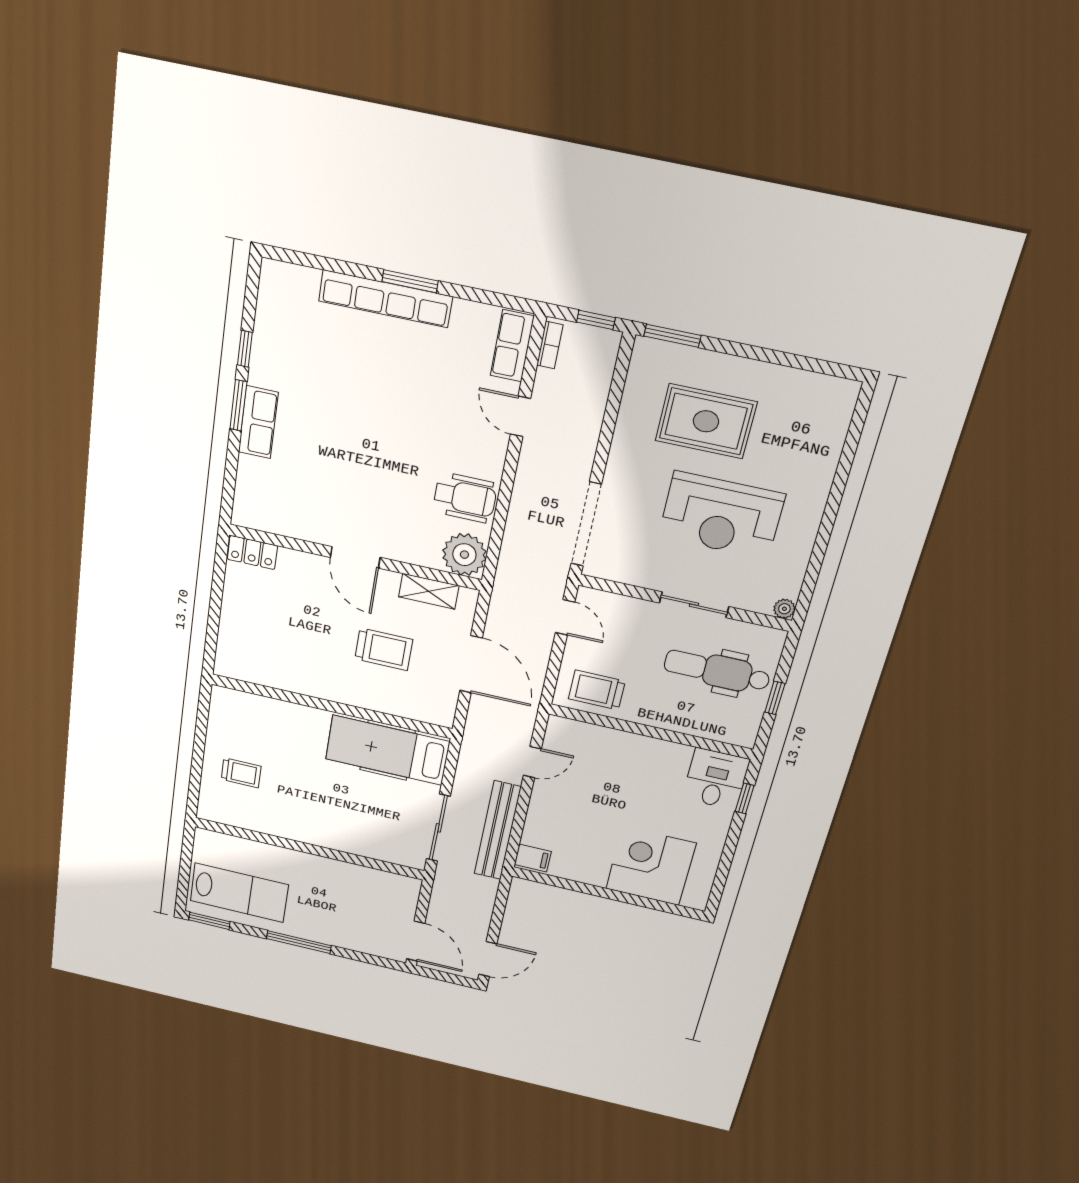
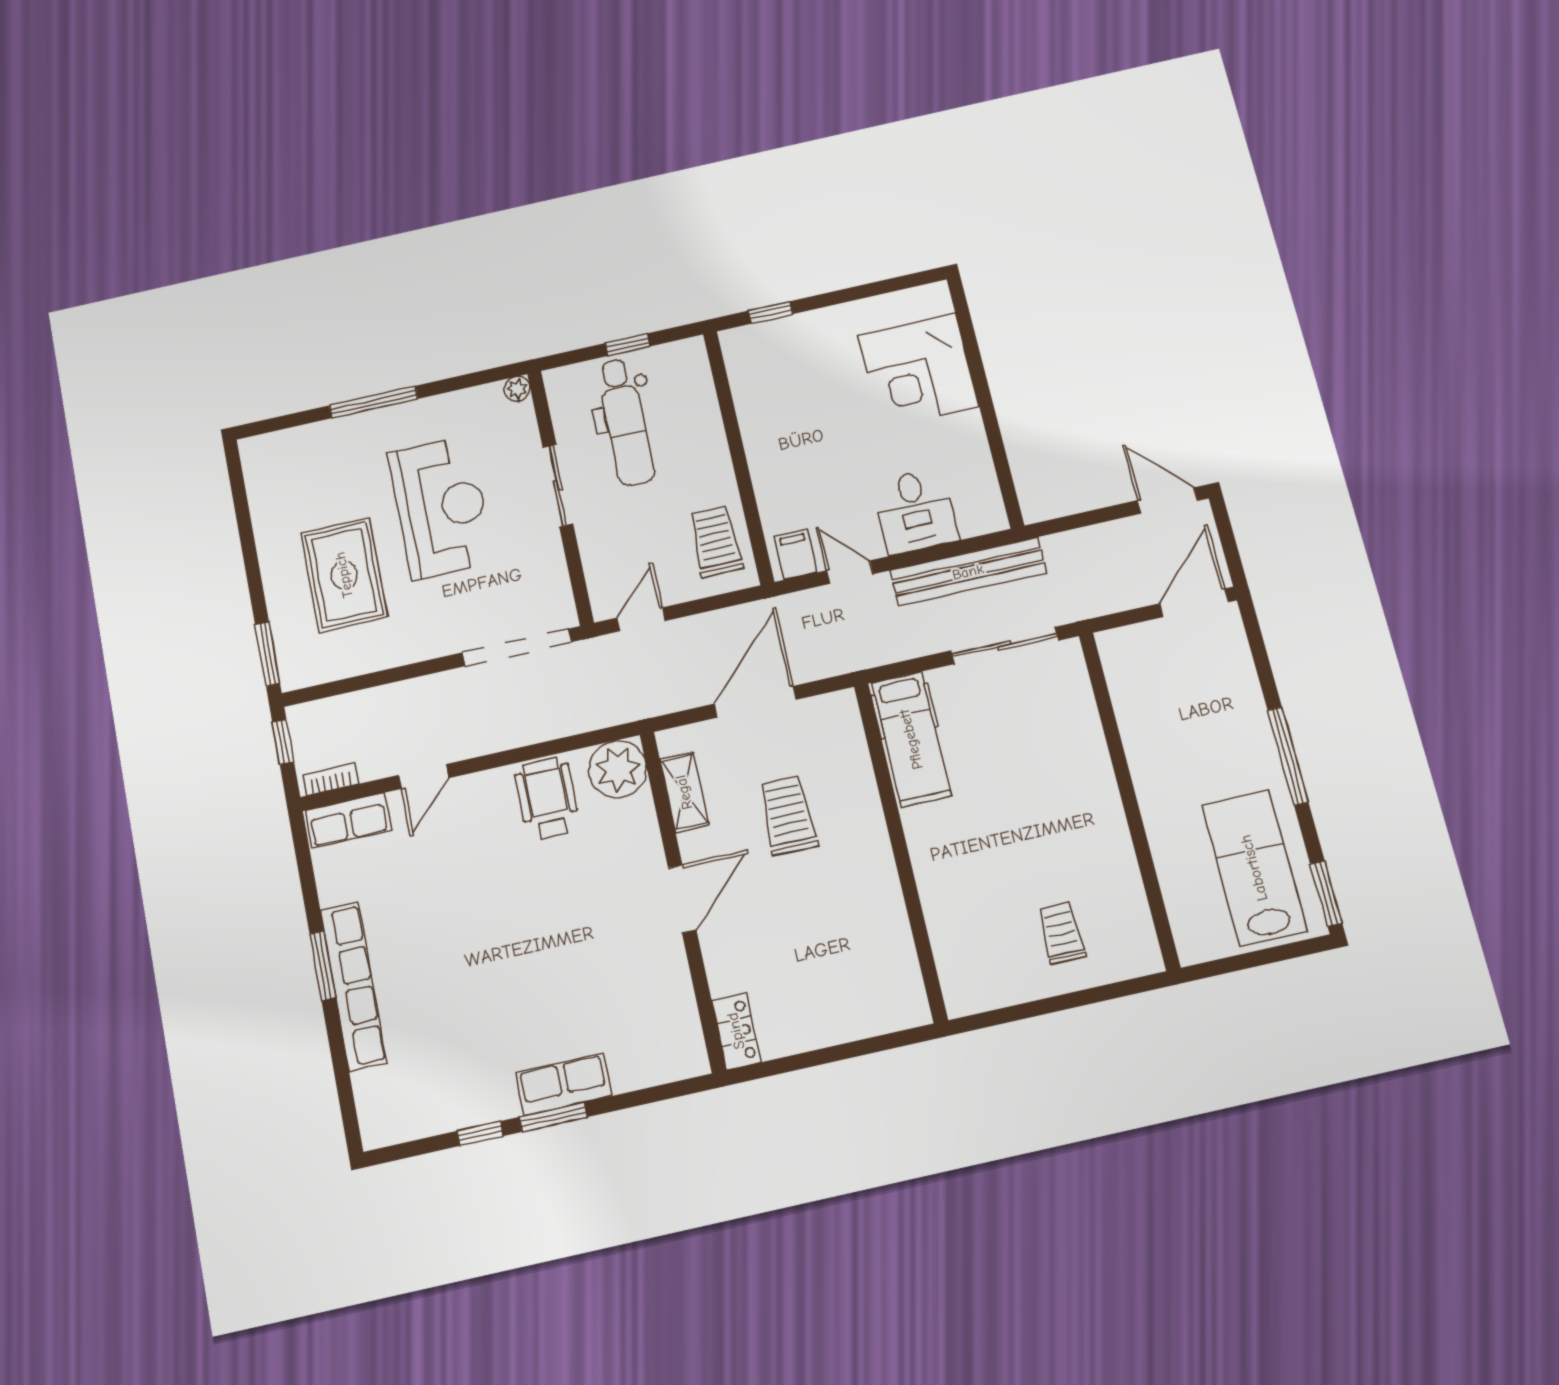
window: (834, 501) -> (374, 402), added
trolley: (597, 690) -> (716, 542), turned 180
hospital bed: (387, 750) -> (911, 739), width x0.73, depth x0.78
desk: (716, 779) -> (915, 511), moved, turned -90
filing cabinet: (533, 858) -> (796, 554), moved

